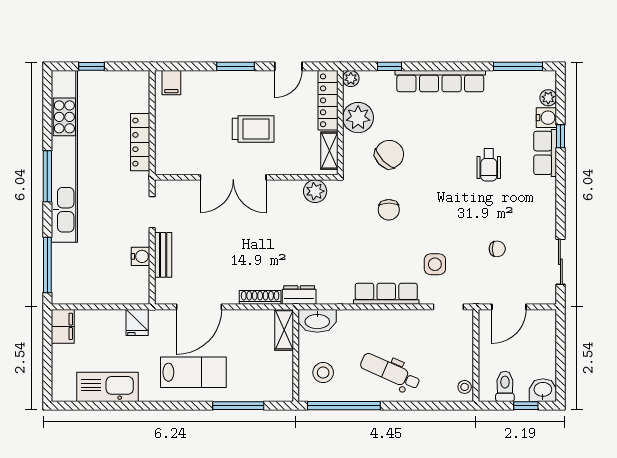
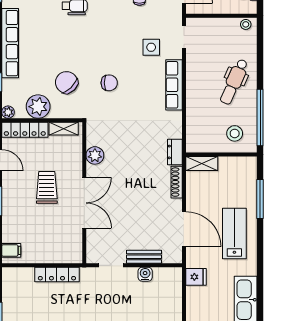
plant: (315, 191) -> (95, 155), moved
washbasin: (317, 321) -> (195, 138), removed

